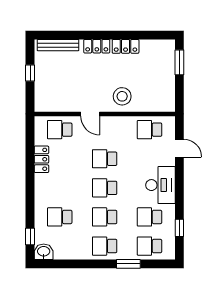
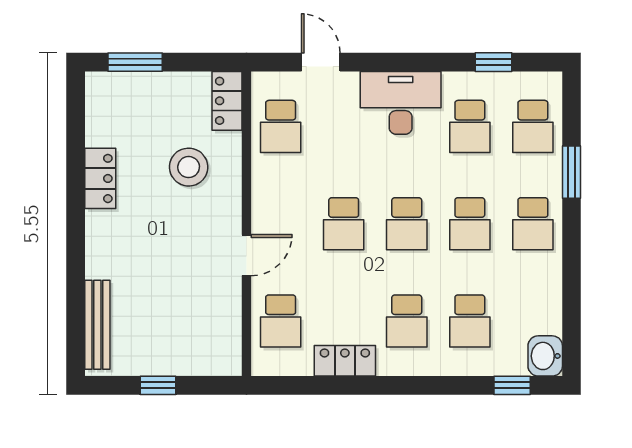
locker: (97, 46) -> (227, 101), moved, turned 180
stool: (122, 96) -> (189, 167), moved
door: (179, 148) -> (321, 62), hinge flipped
school desk: (60, 188) -> (407, 321), added

